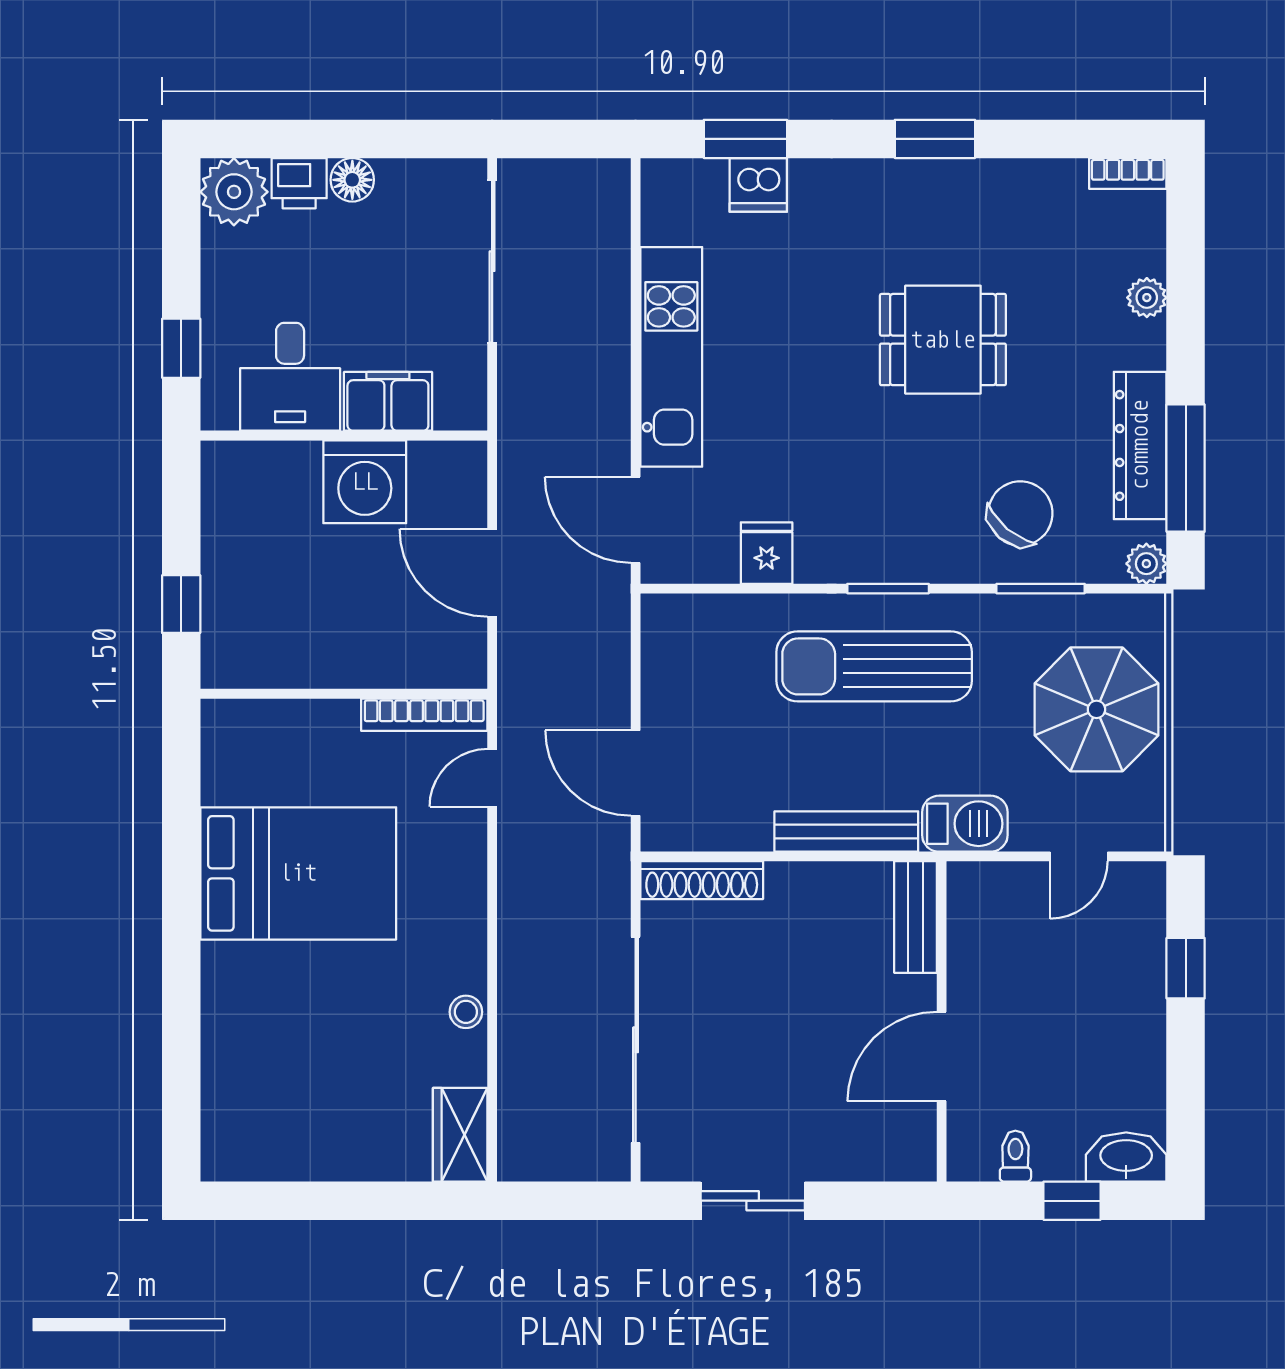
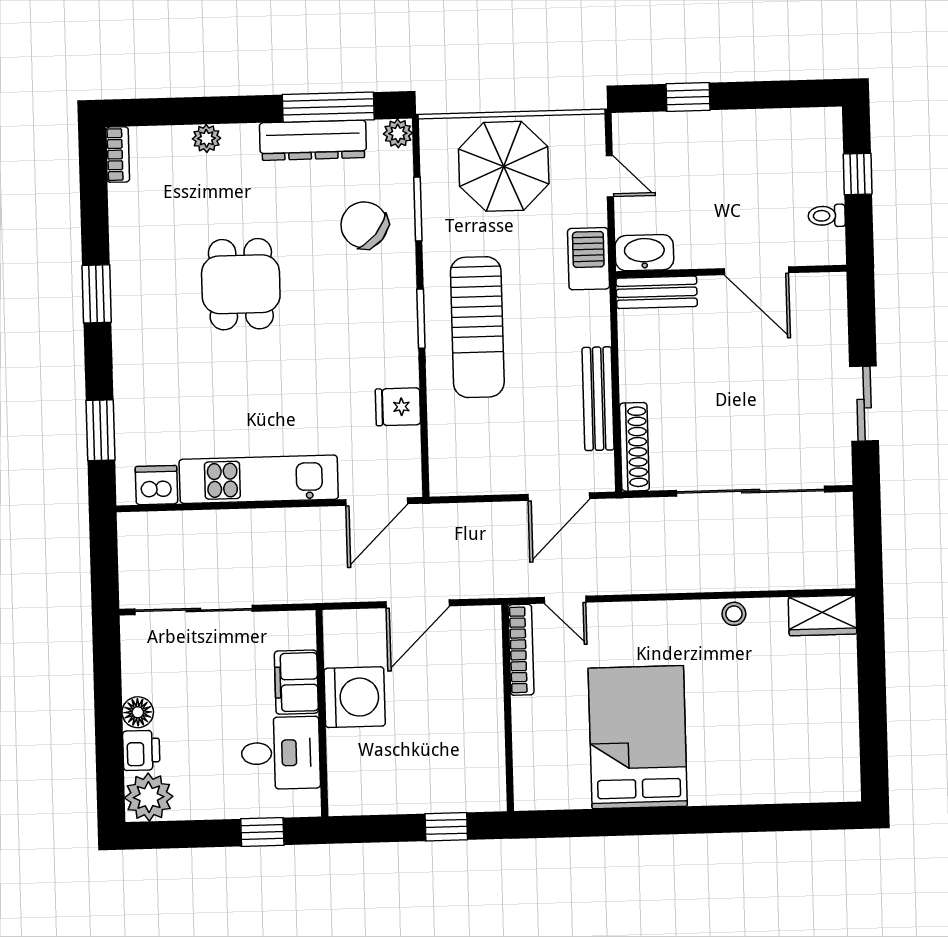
dishwasher: (758, 185) -> (156, 485), moved, turned -90
bench: (846, 831) -> (598, 399), moved
washbasin: (1126, 1157) -> (644, 253), moved, turned 90

